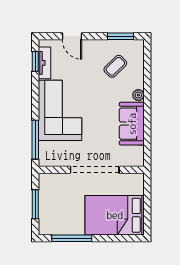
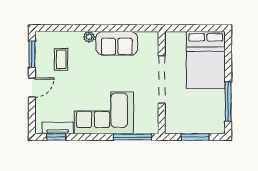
door: (72, 36) -> (32, 88), moved
coffee table: (115, 66) -> (61, 59), turned 44

